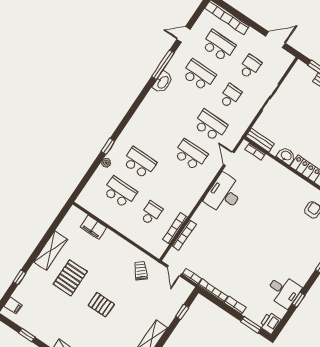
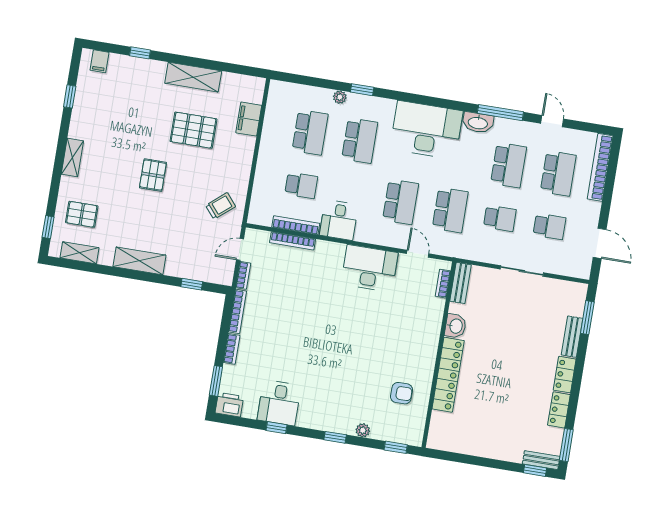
desk: (152, 117) -> (426, 130), added
door: (229, 159) -> (418, 254), hinge flipped
desk: (184, 199) -> (339, 220), added
pallet: (70, 278) -> (193, 130), moved

